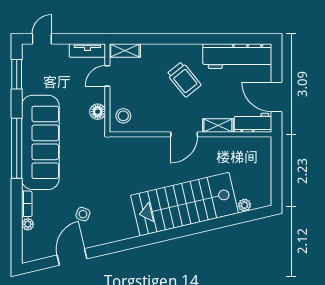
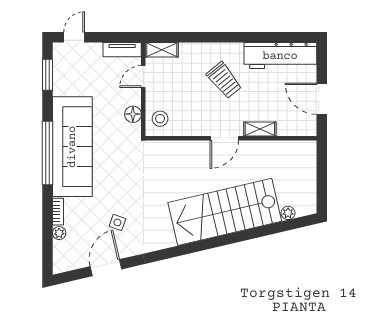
workbench: (253, 123) -> (297, 126), removed

